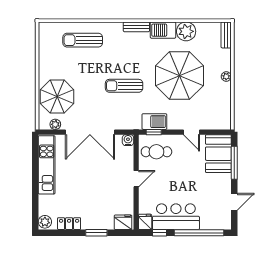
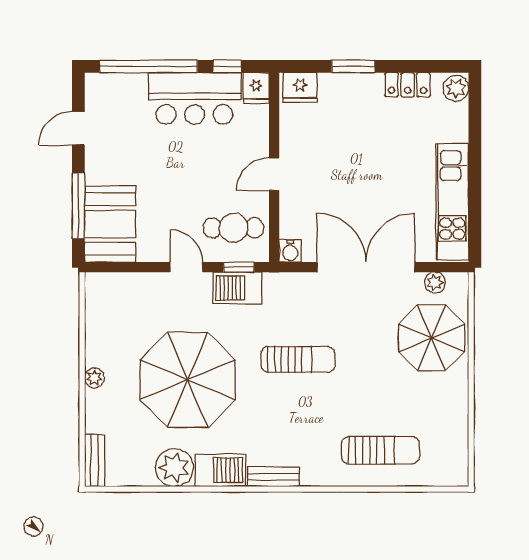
door: (191, 132) -> (186, 267), moved

